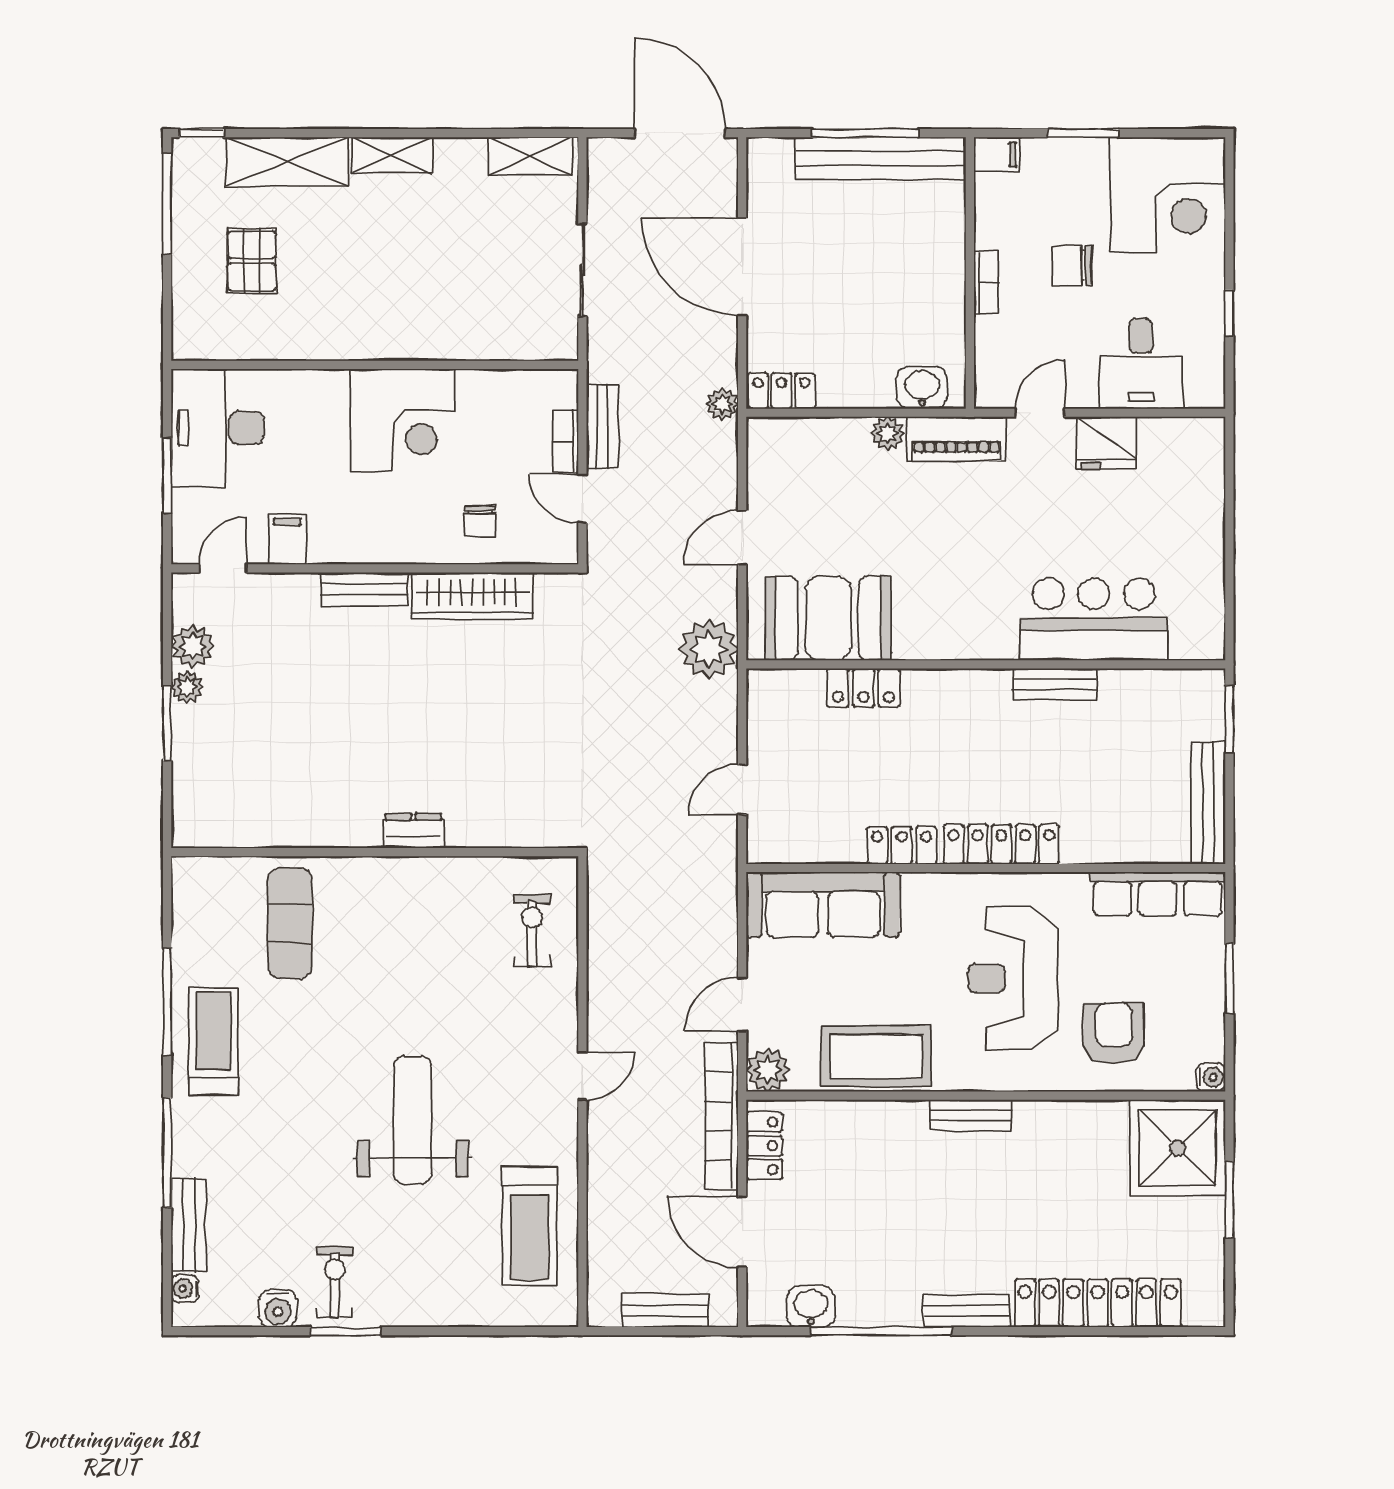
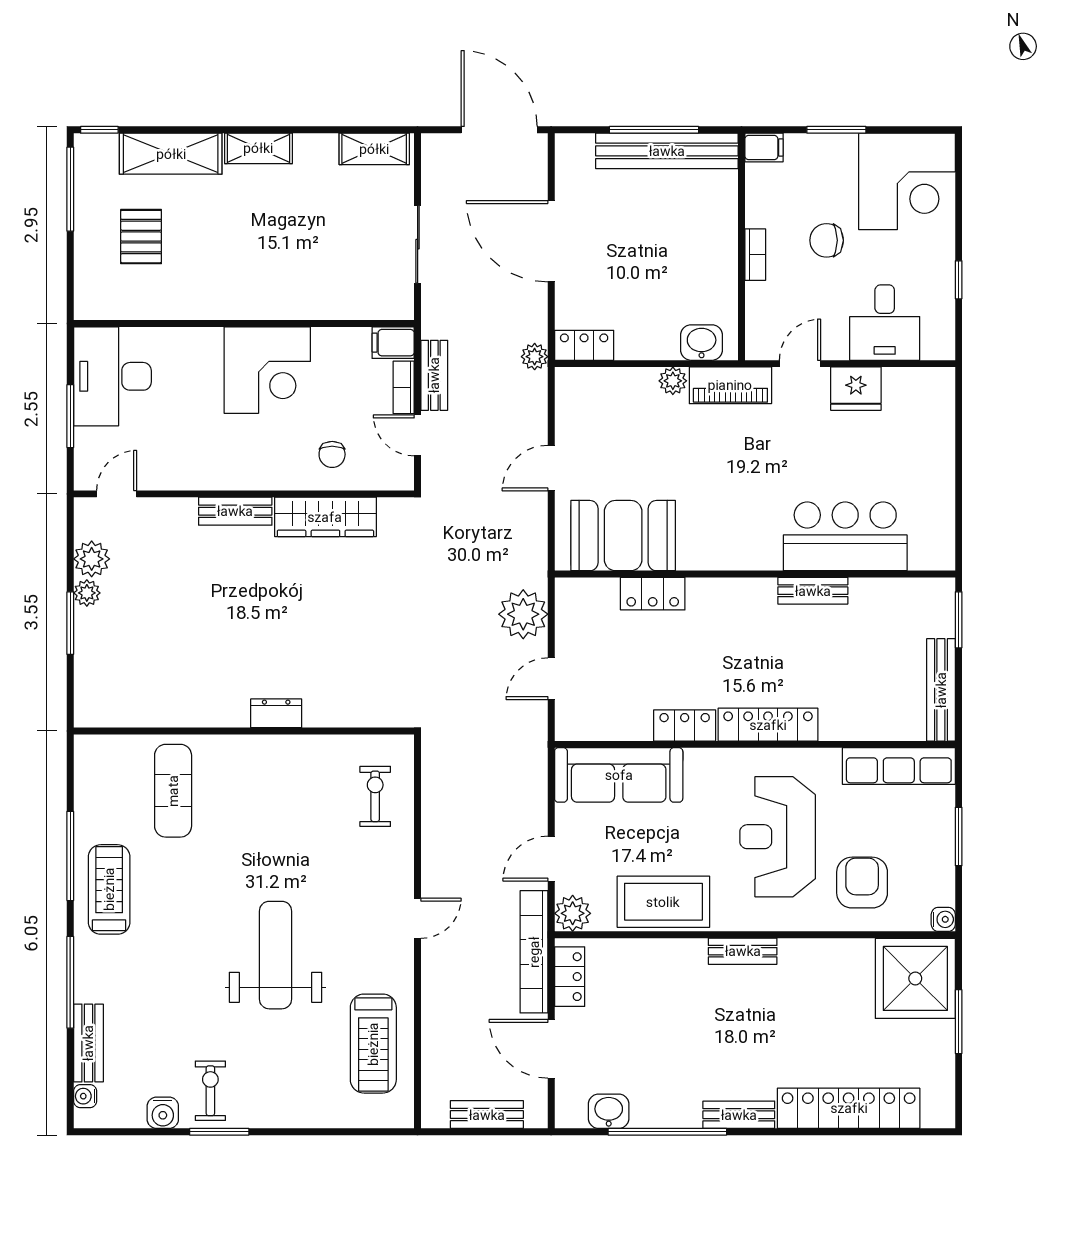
filing cabinet: (287, 539) -> (393, 343), moved, turned -90
plant: (709, 649) -> (523, 614), moved

